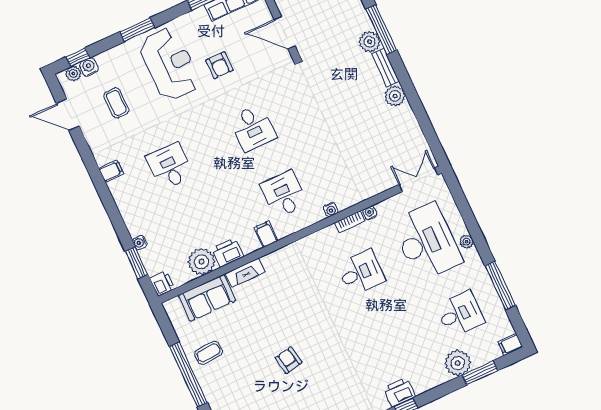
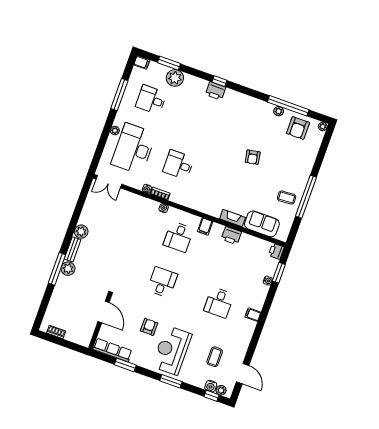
filing cabinet: (111, 171) -> (253, 315), moved
plant: (202, 262) -> (248, 243), removed

